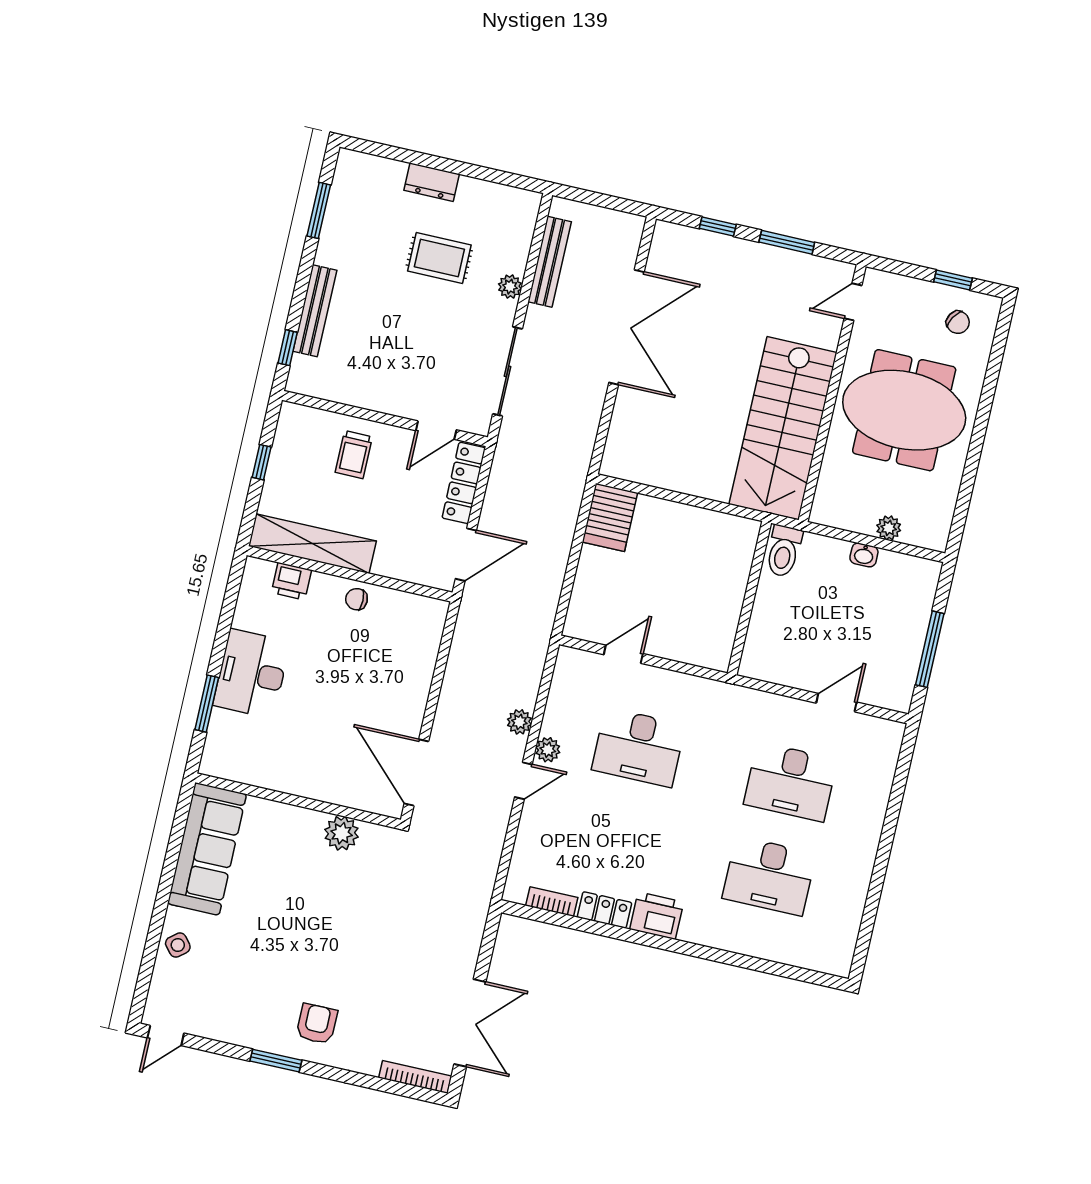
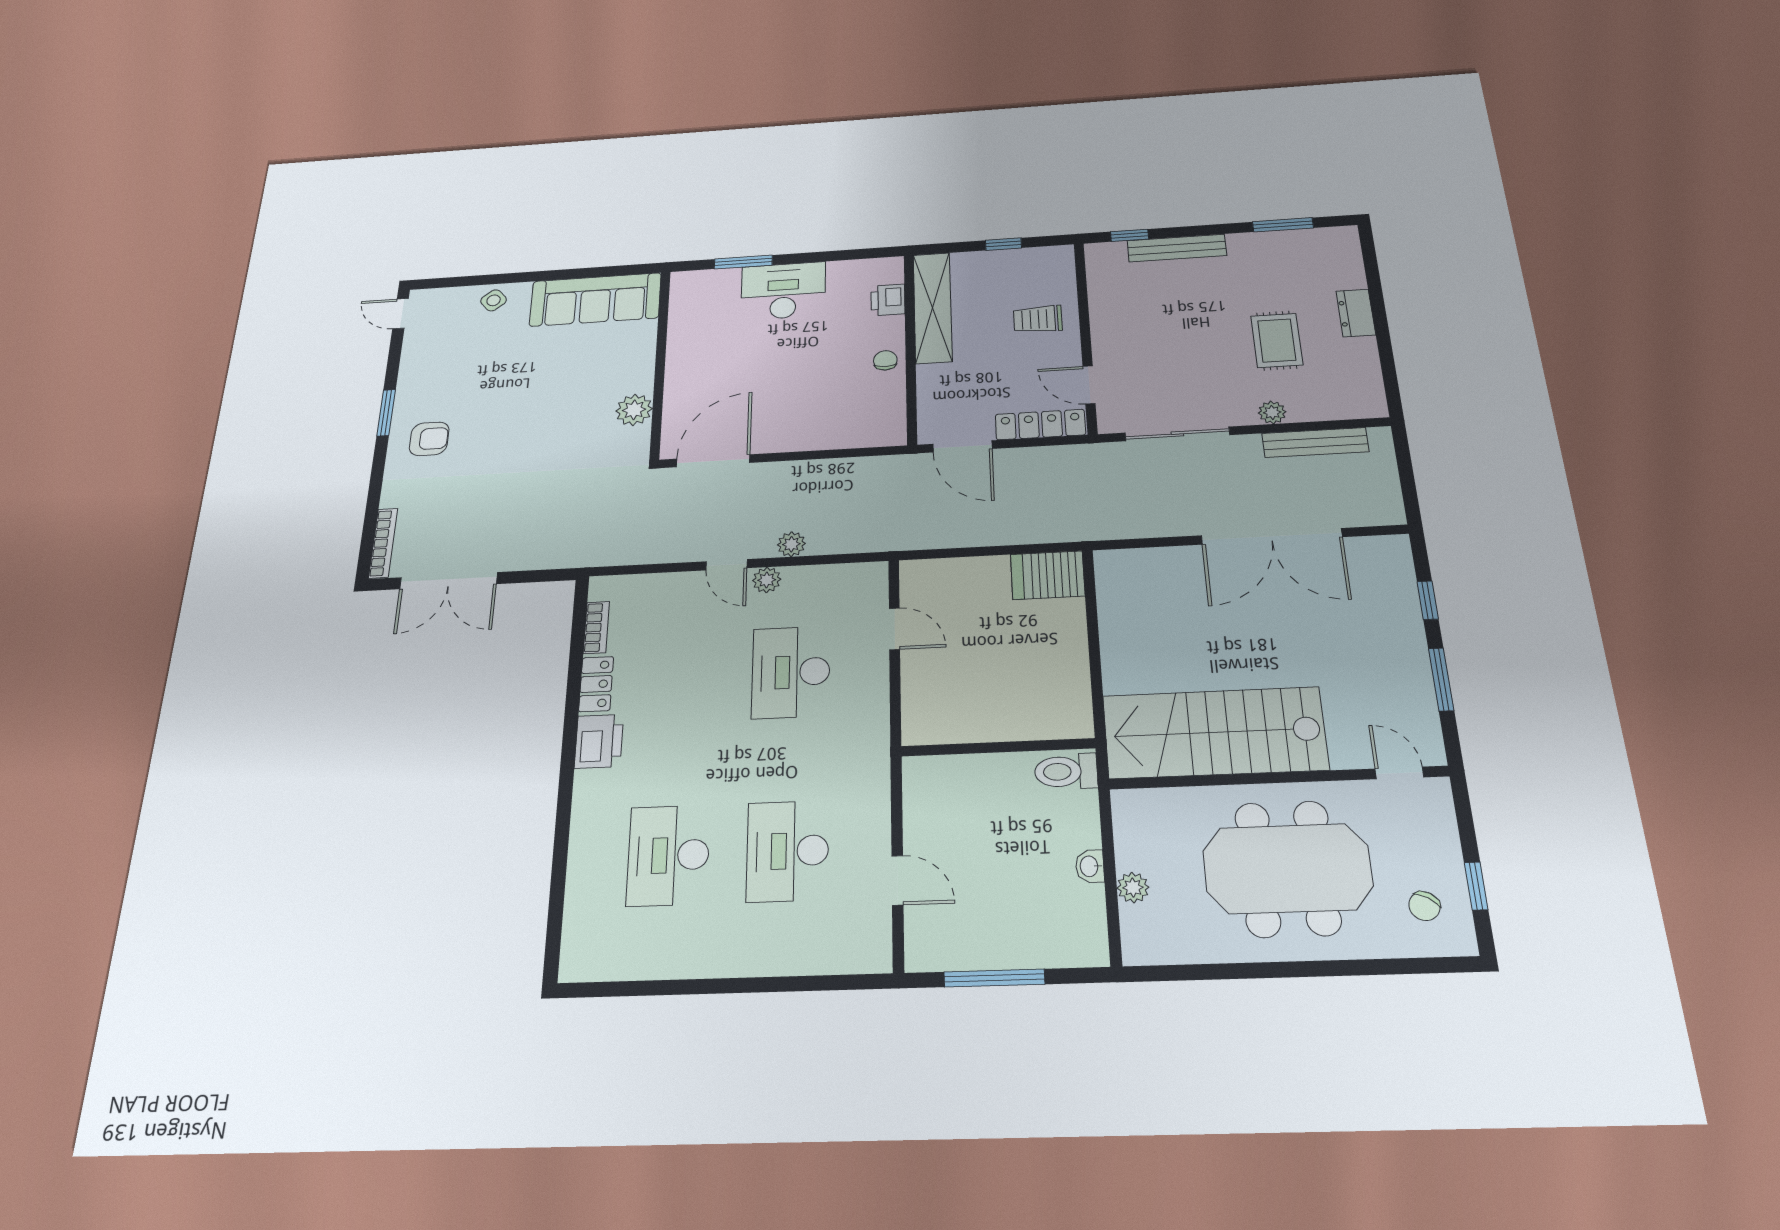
meeting table: (904, 410) -> (1287, 868), turned 90

